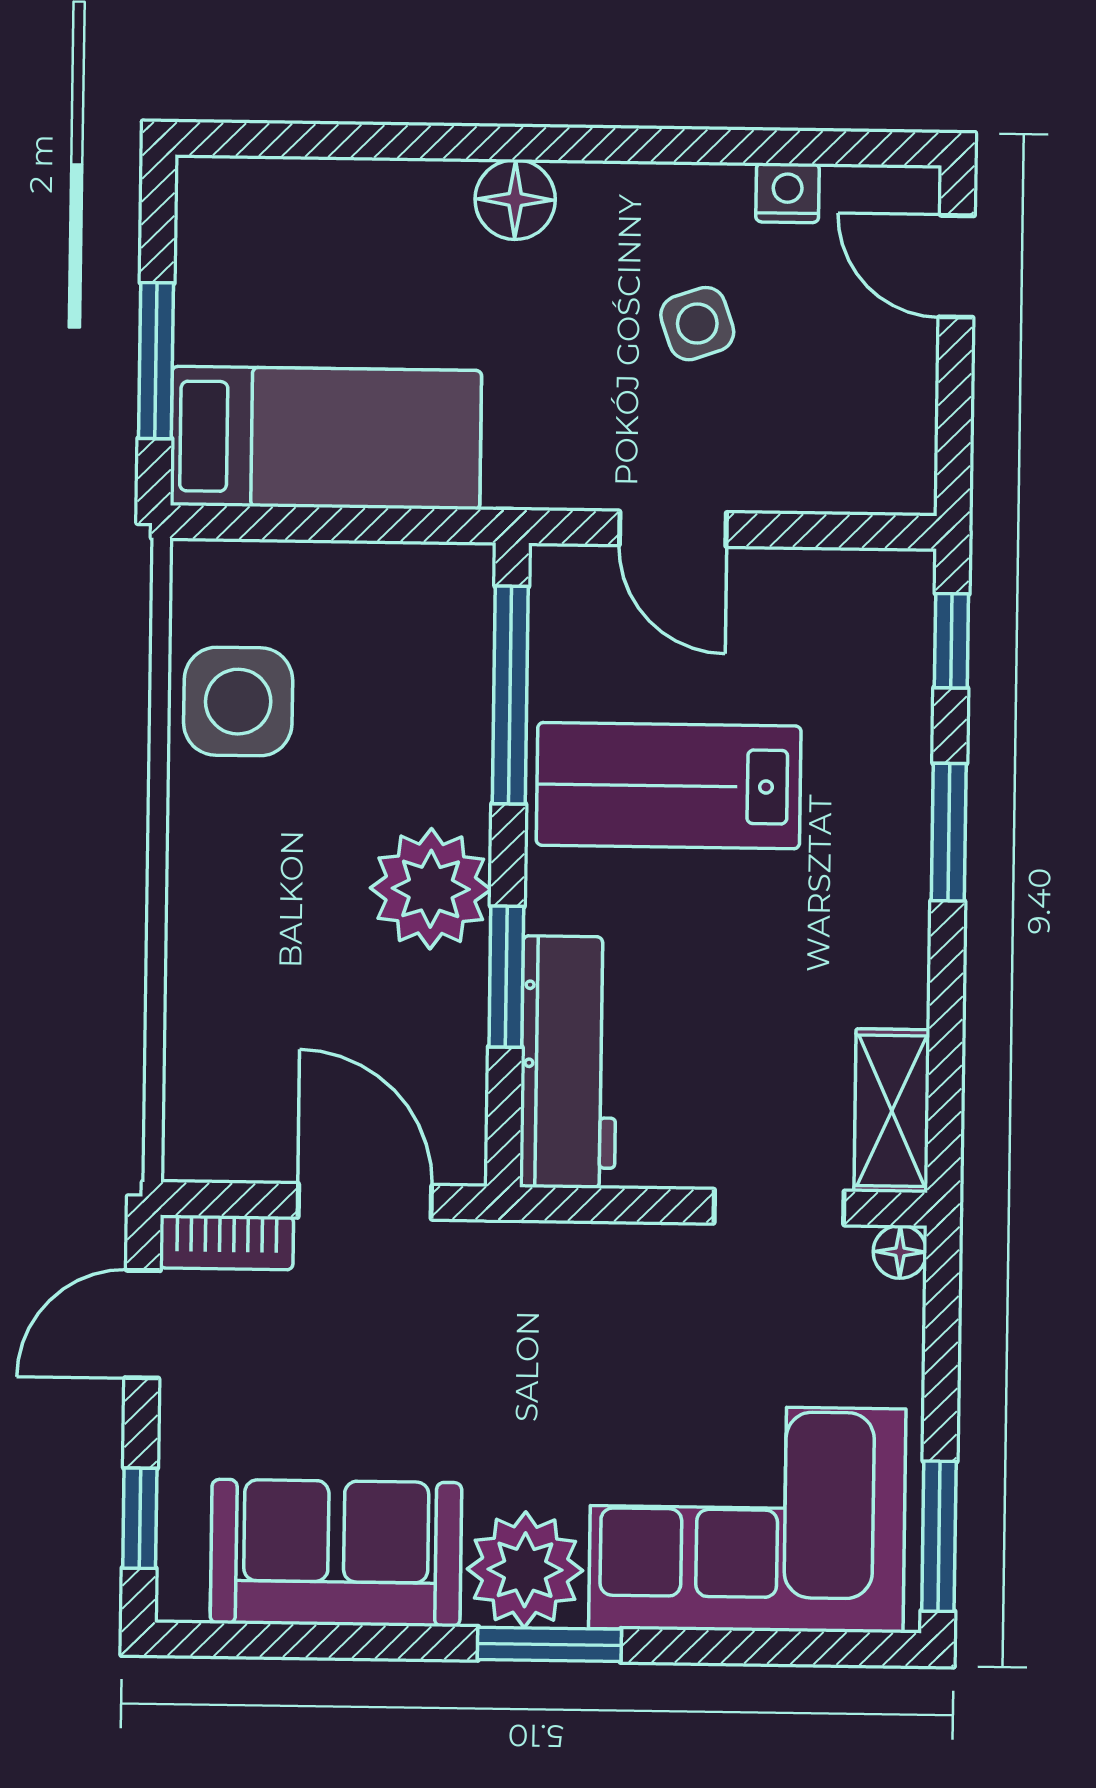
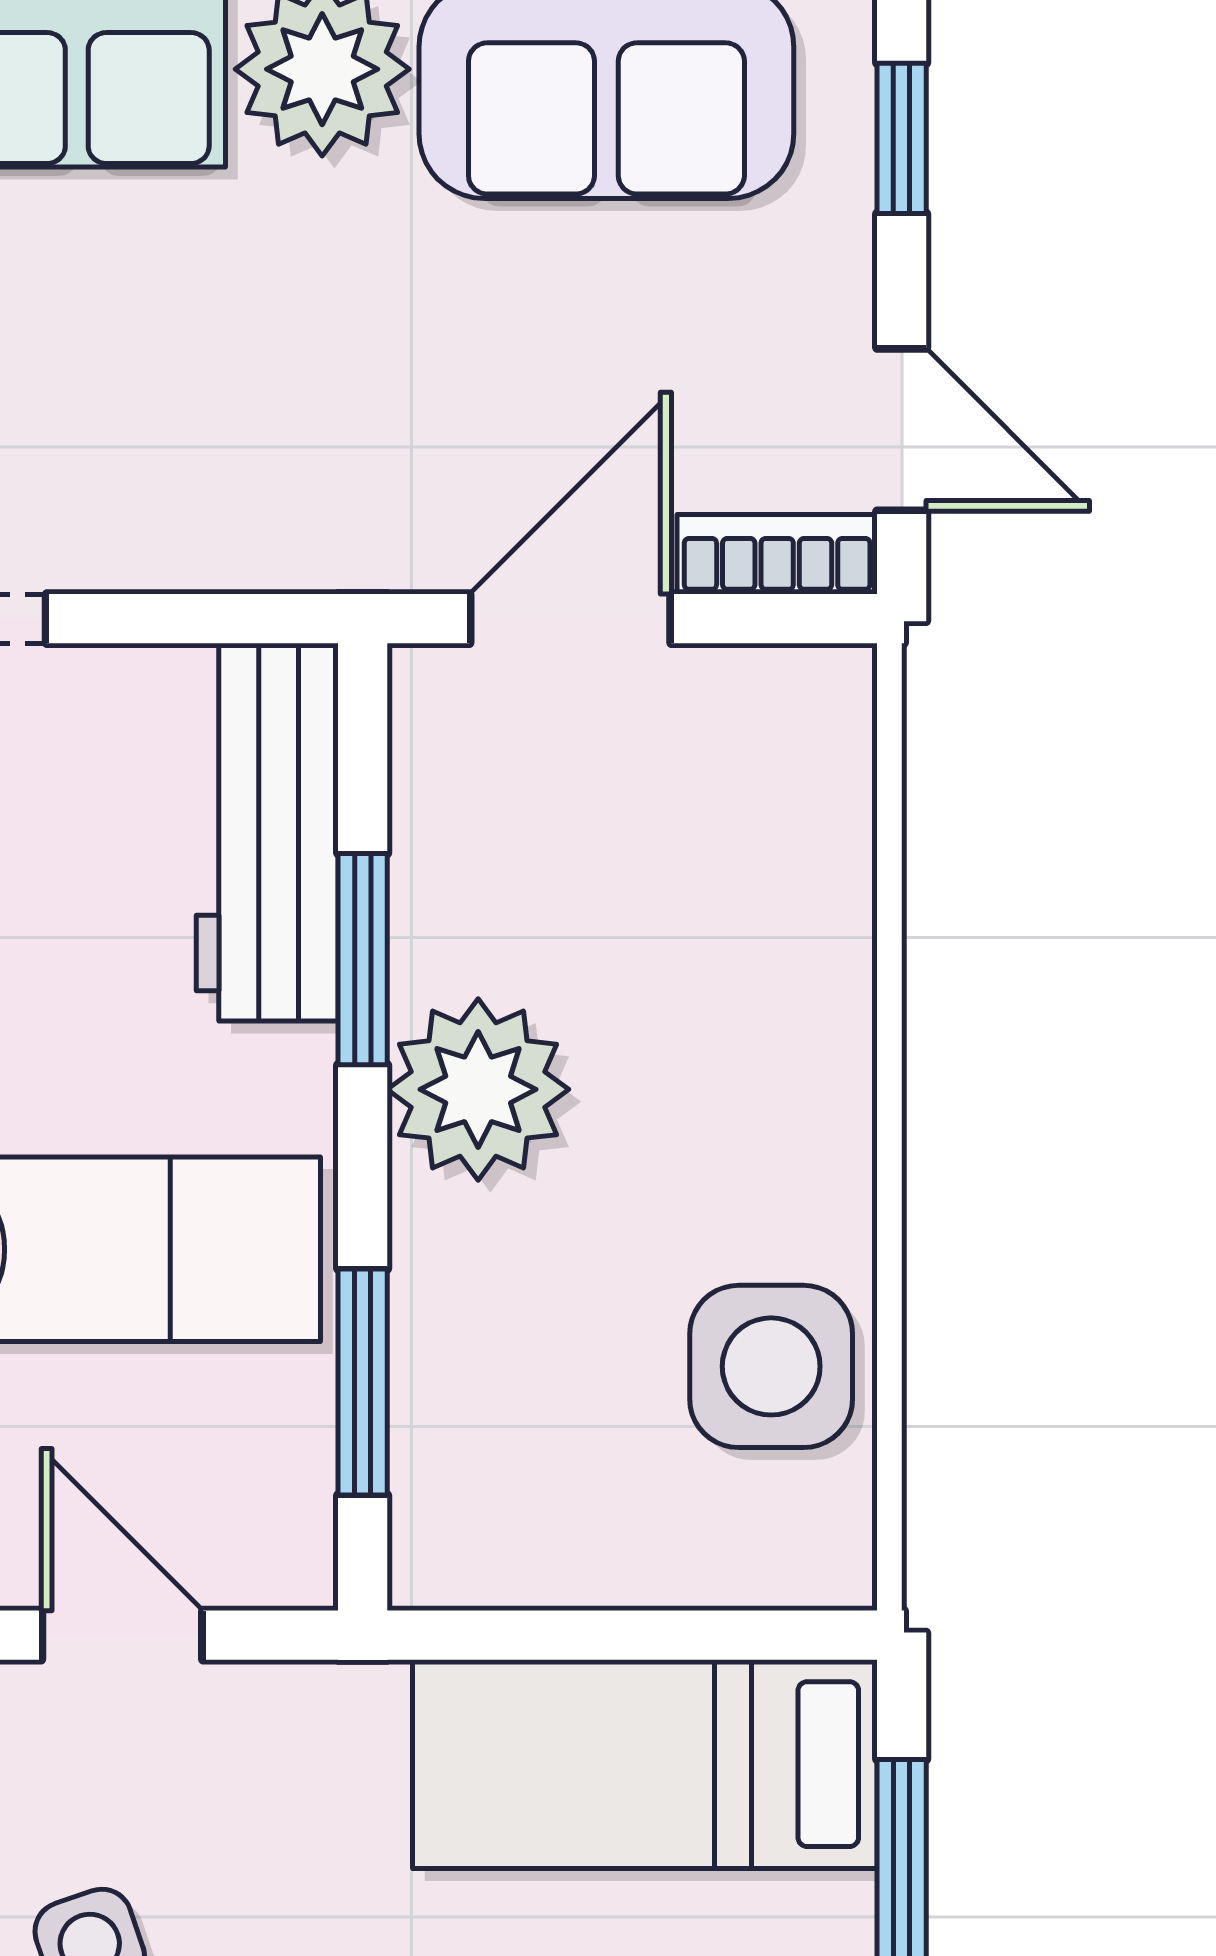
window: (510, 695) -> (363, 1382), width x0.69
door: (365, 1201) -> (570, 619), swing flipped
door: (143, 1324) -> (902, 430), hinge flipped

